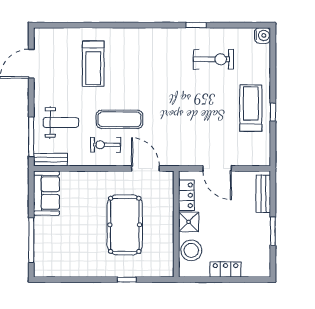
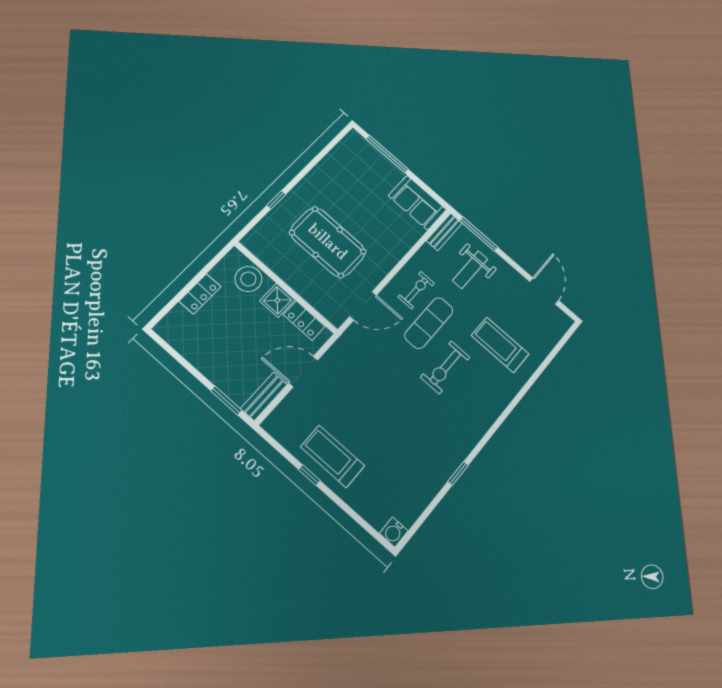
exercise bike: (213, 59) -> (445, 367), moved
treadmill: (251, 108) -> (333, 456), turned 180
bench: (263, 194) -> (264, 396), moved, turned 90
window: (273, 231) -> (226, 401), moved

